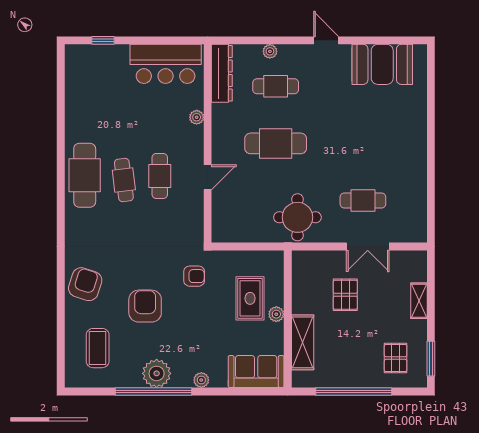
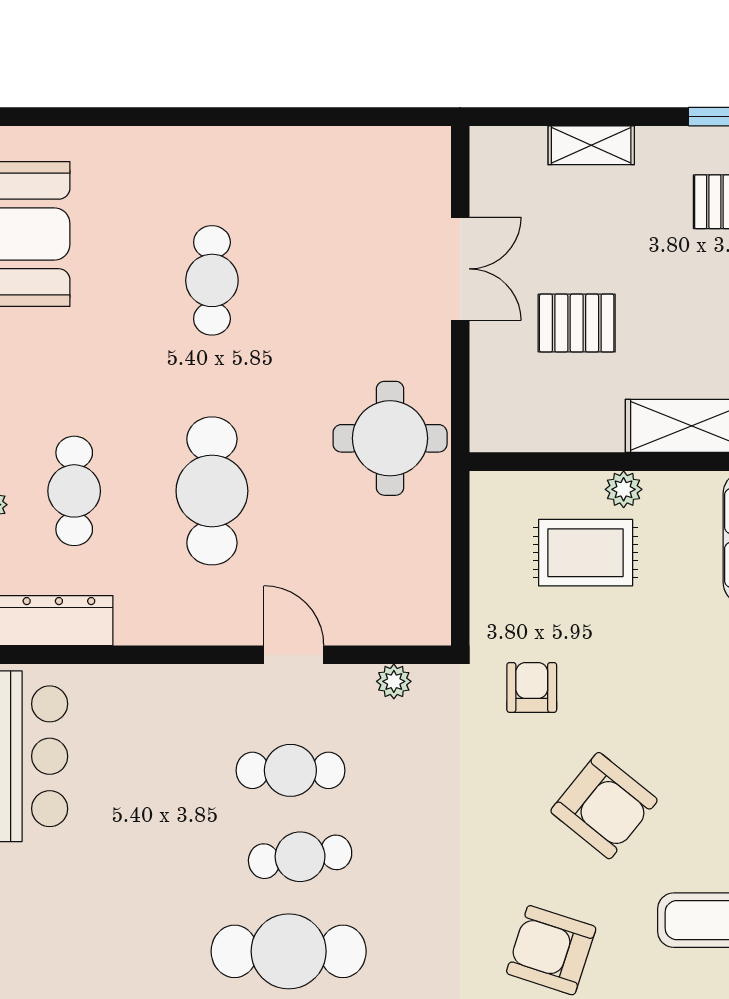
plant: (197, 117) -> (394, 681), moved
cafe table: (363, 201) -> (212, 280), moved
armchair: (145, 306) -> (604, 806), turned -141

